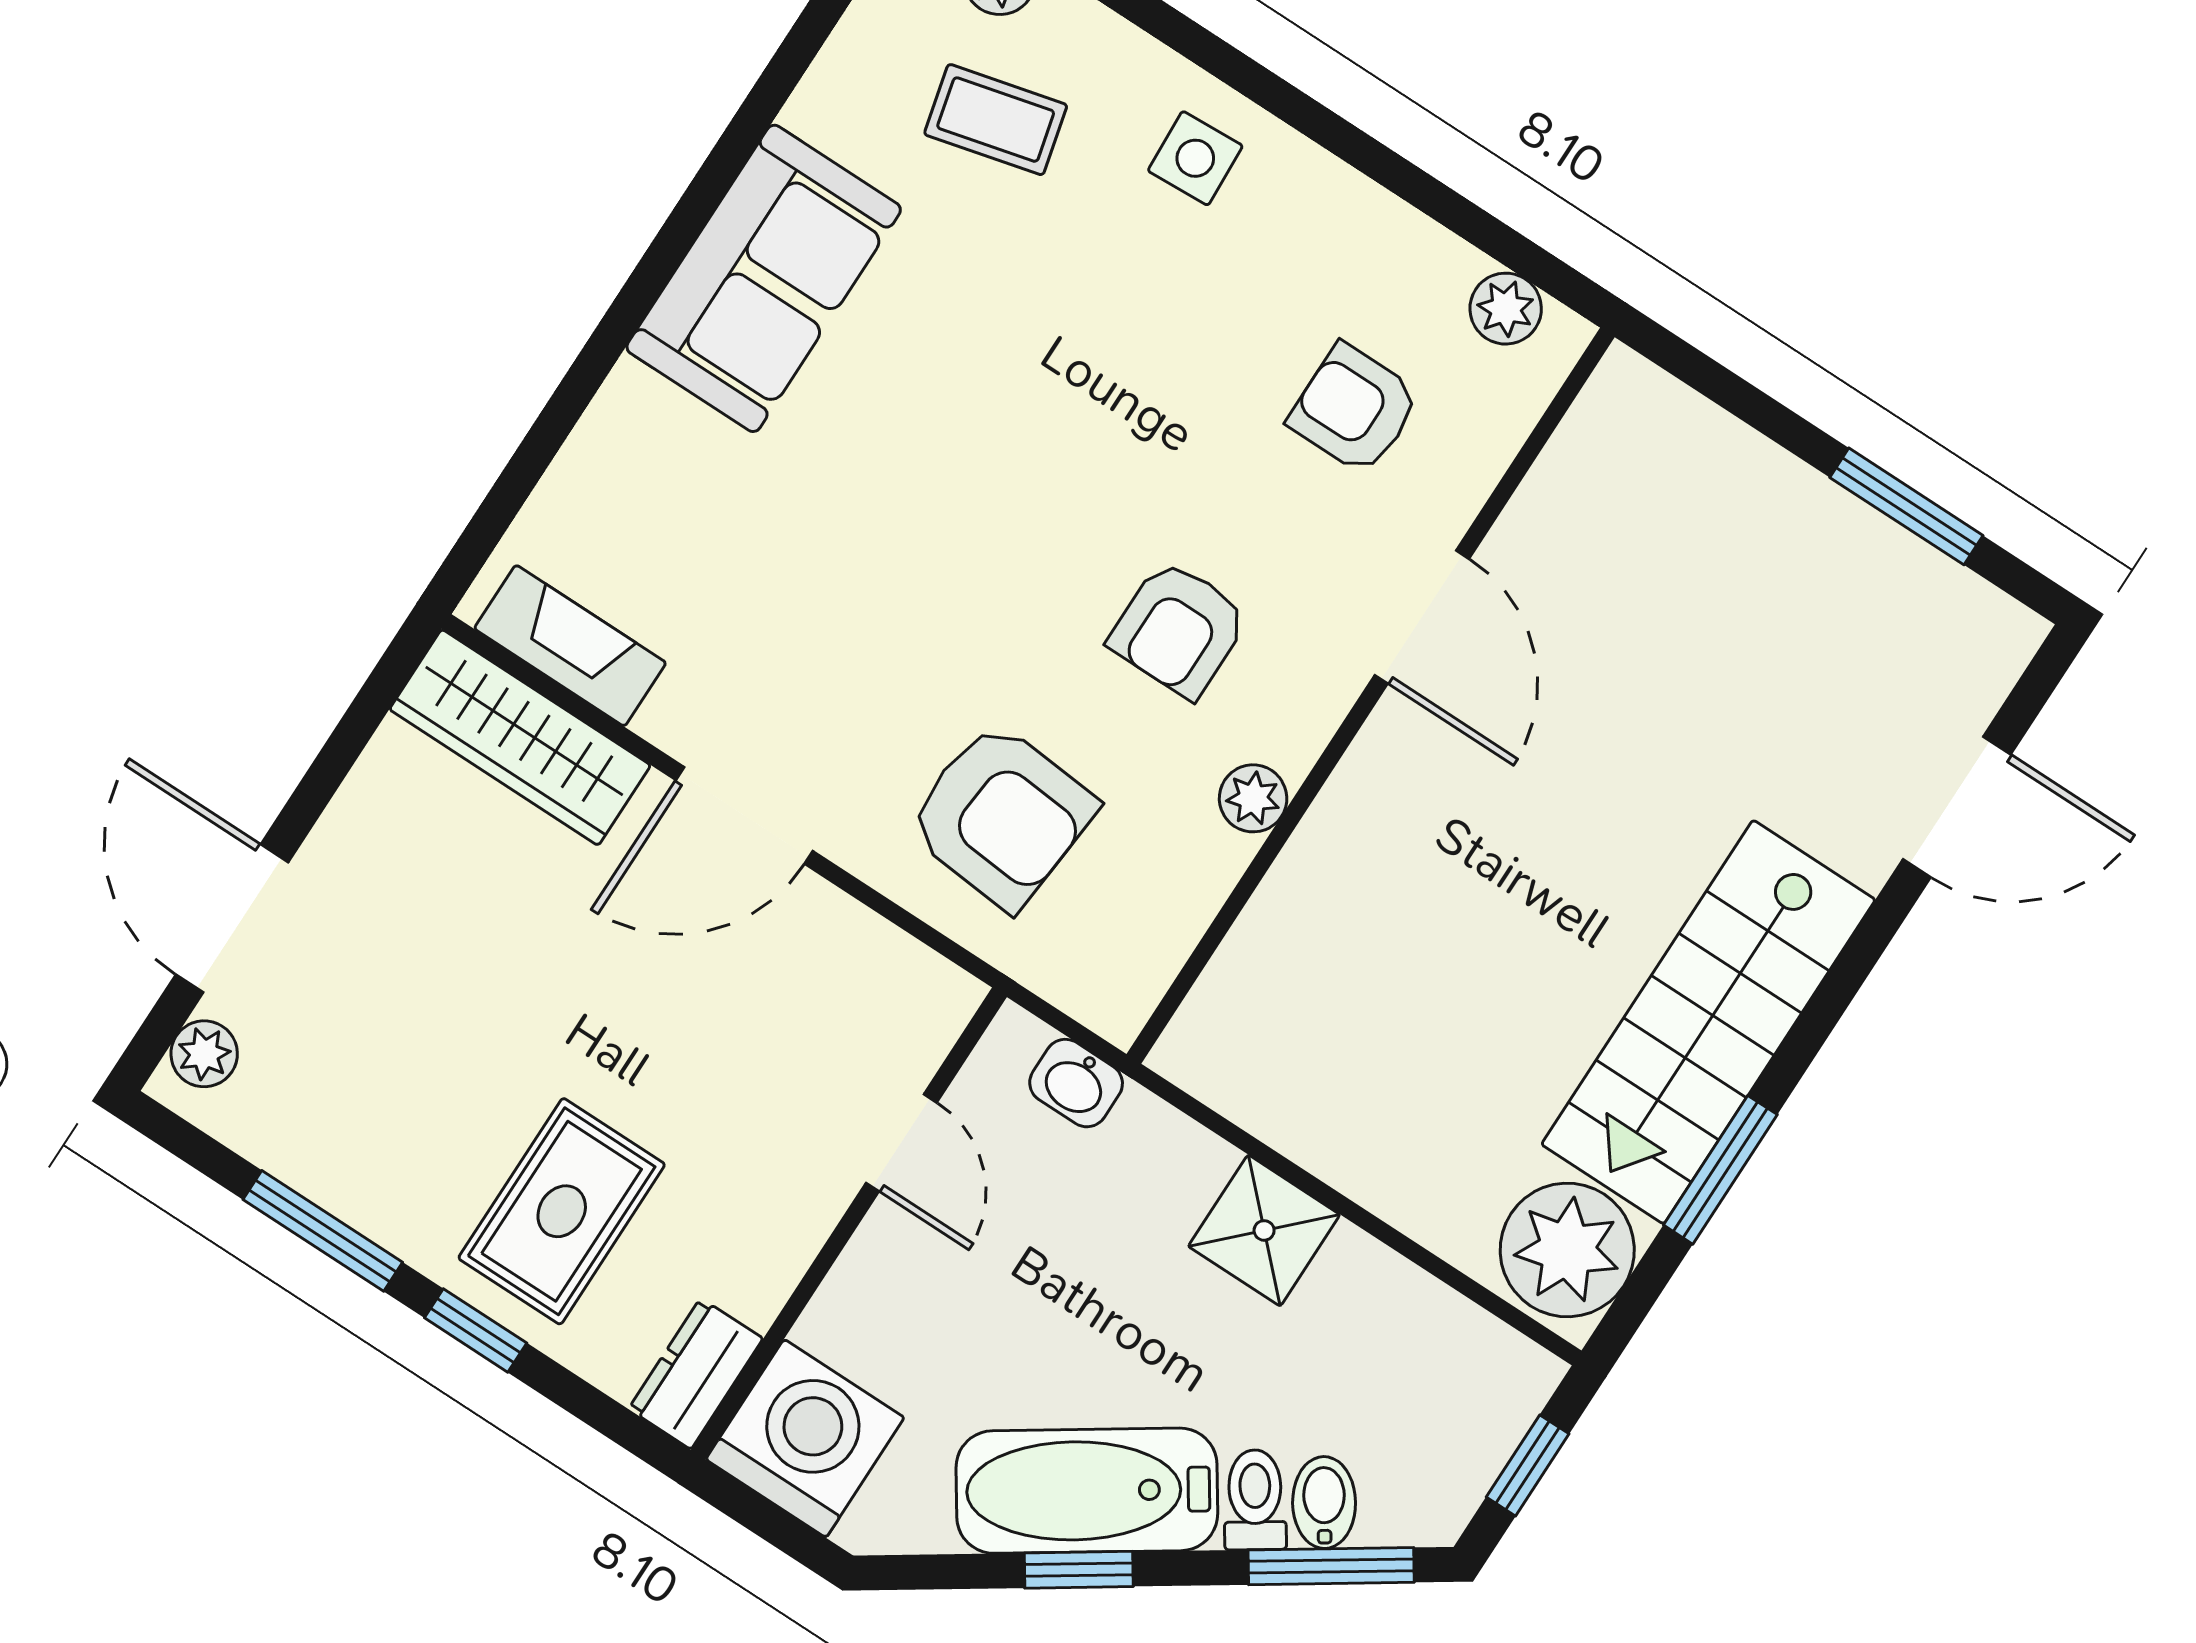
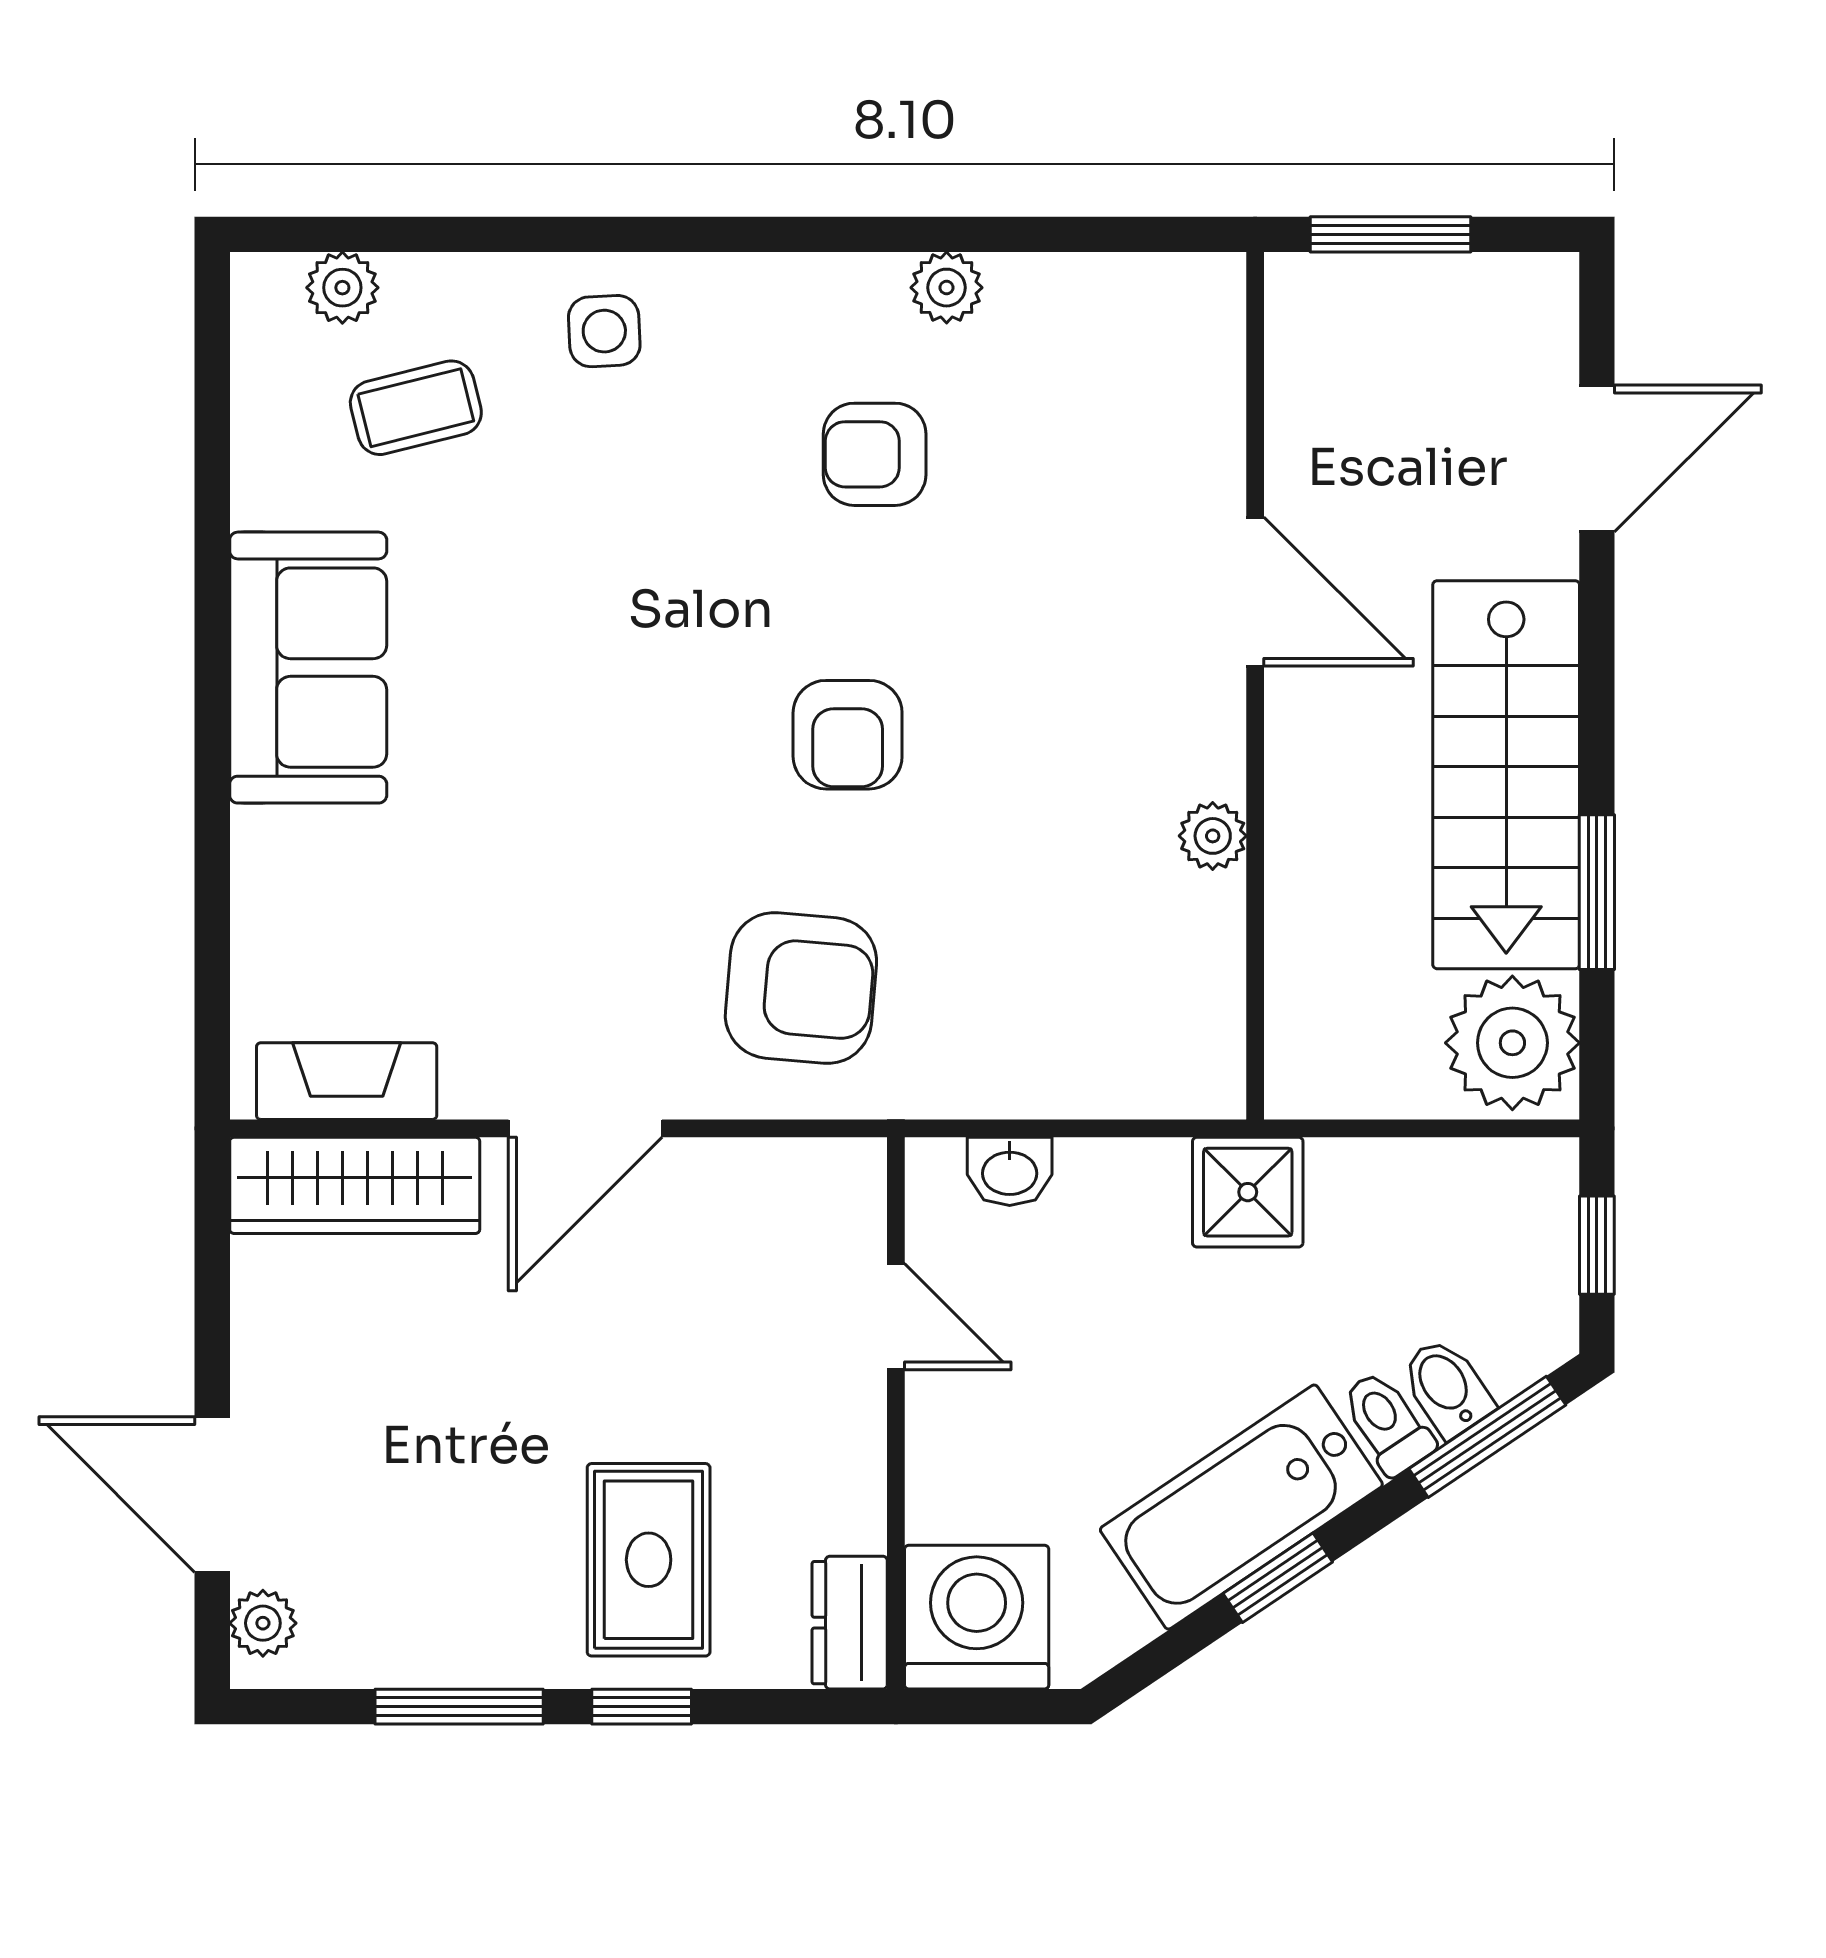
door: (1422, 617) -> (1255, 592), moved
wall: (1371, 696) -> (1255, 686), moved
plant: (1253, 798) -> (1213, 836), moved

